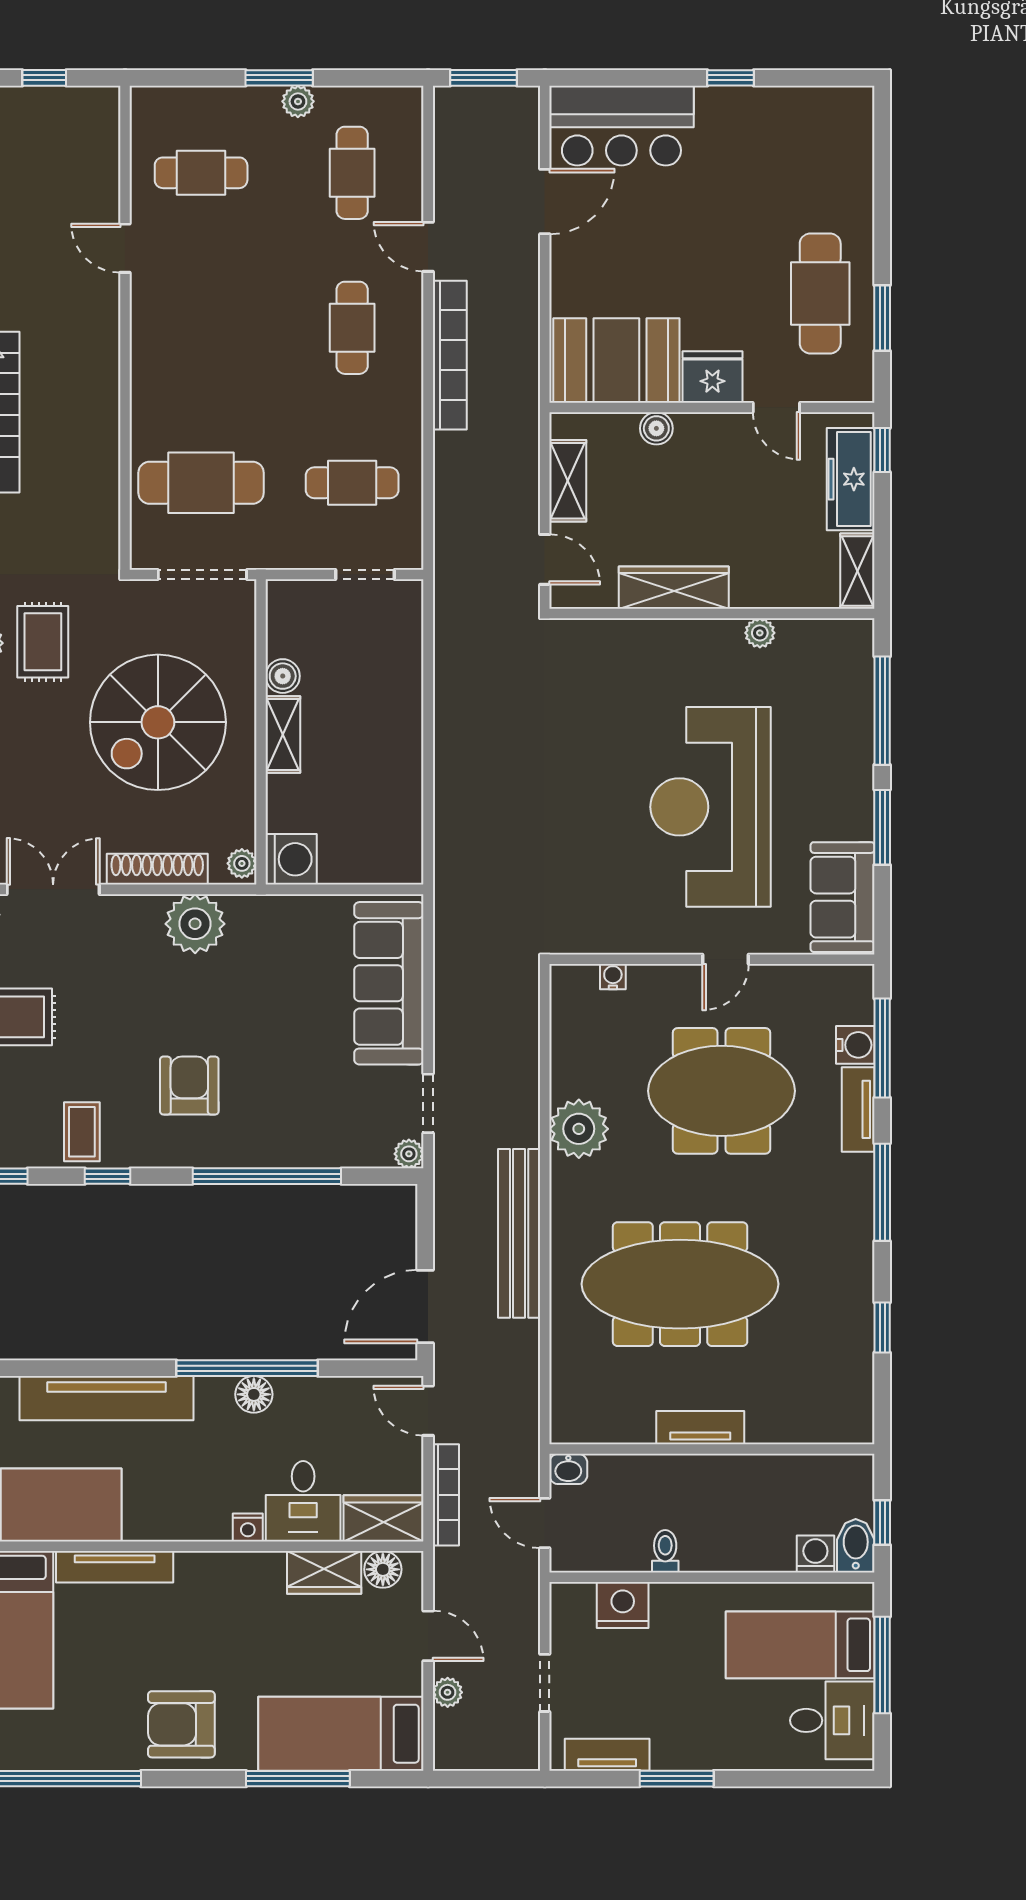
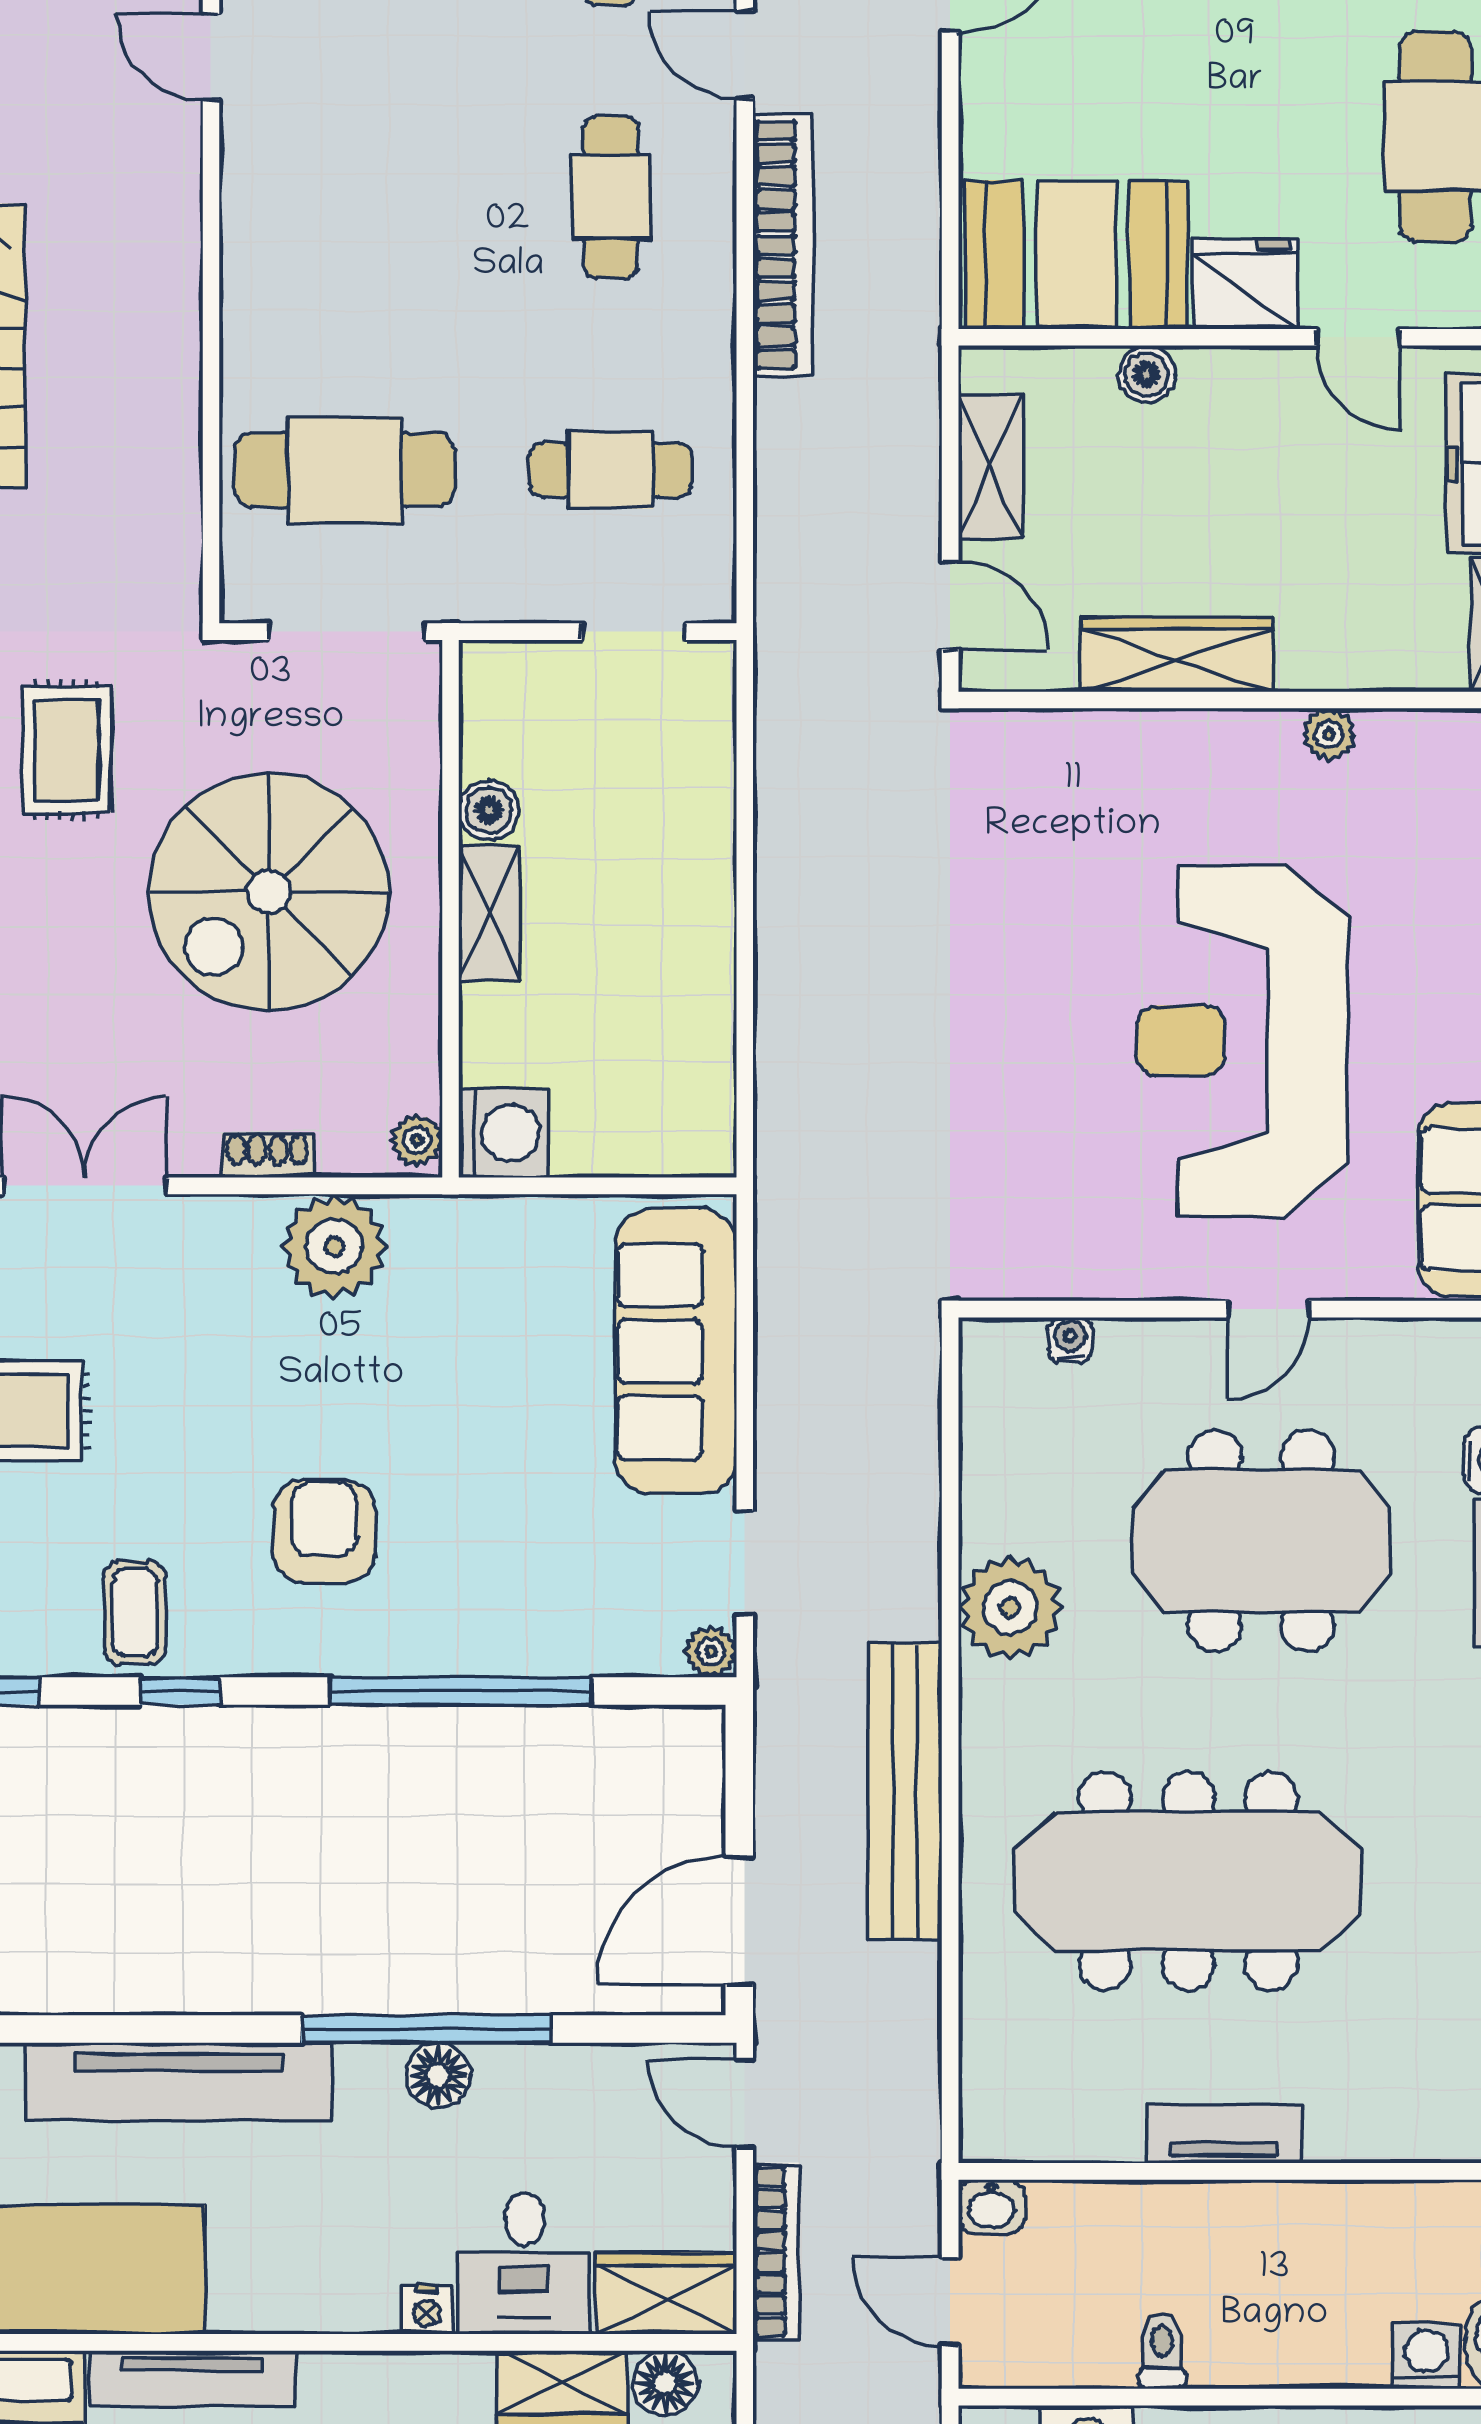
shoe rack: (157, 869) -> (268, 1155), width x0.51, depth x0.81

